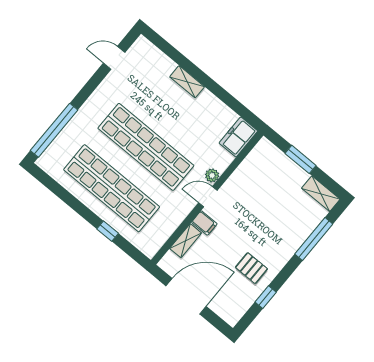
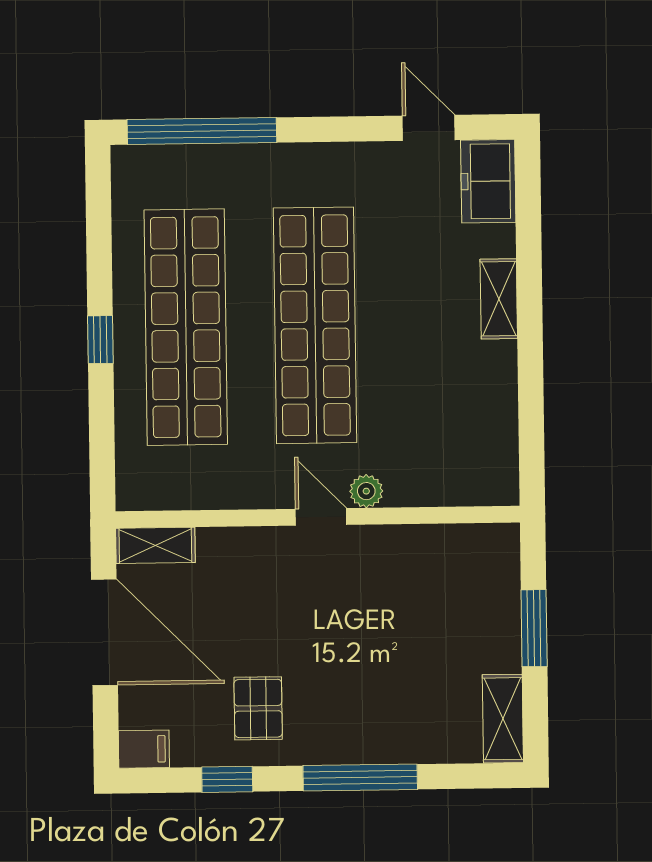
freezer: (238, 137) -> (488, 181), moved, turned -90
filing cabinet: (204, 223) -> (144, 749), moved, turned -90
window: (108, 231) -> (100, 340), moved
window: (314, 239) -> (360, 778), moved
shelving: (186, 241) -> (155, 545), moved

